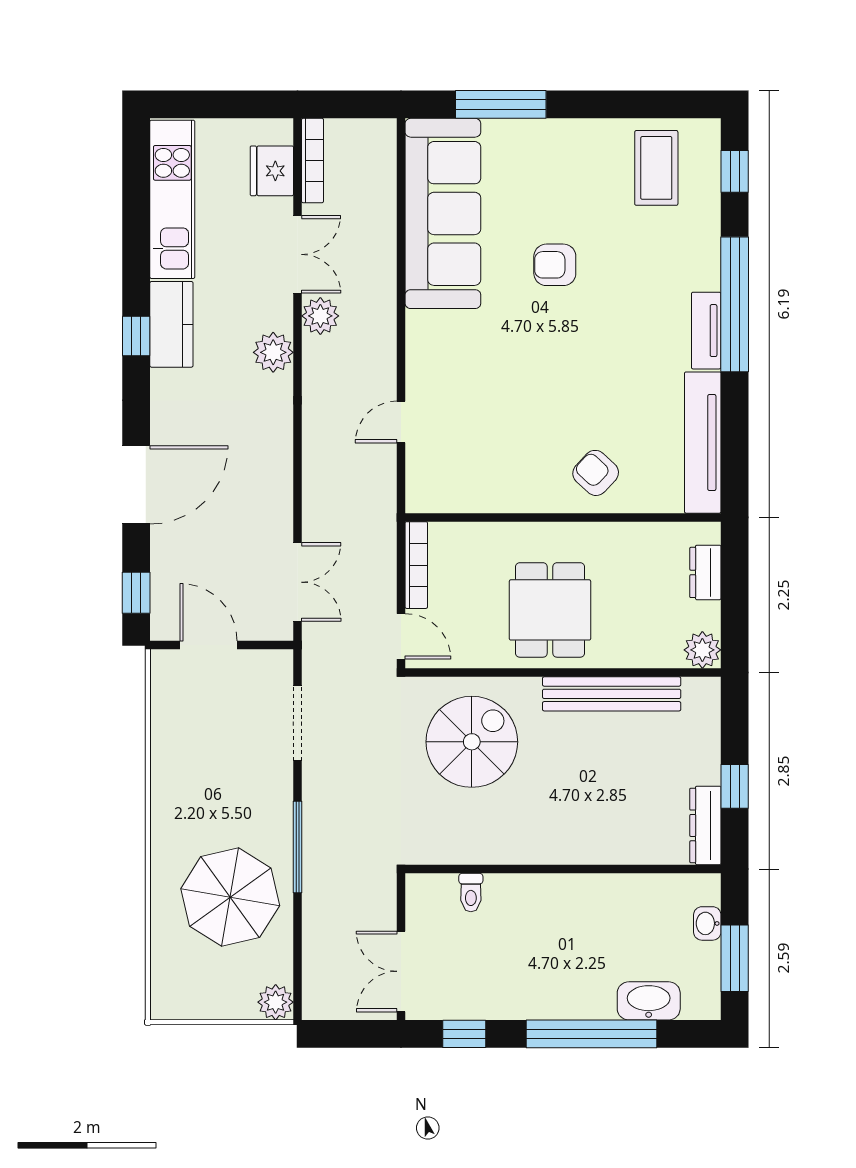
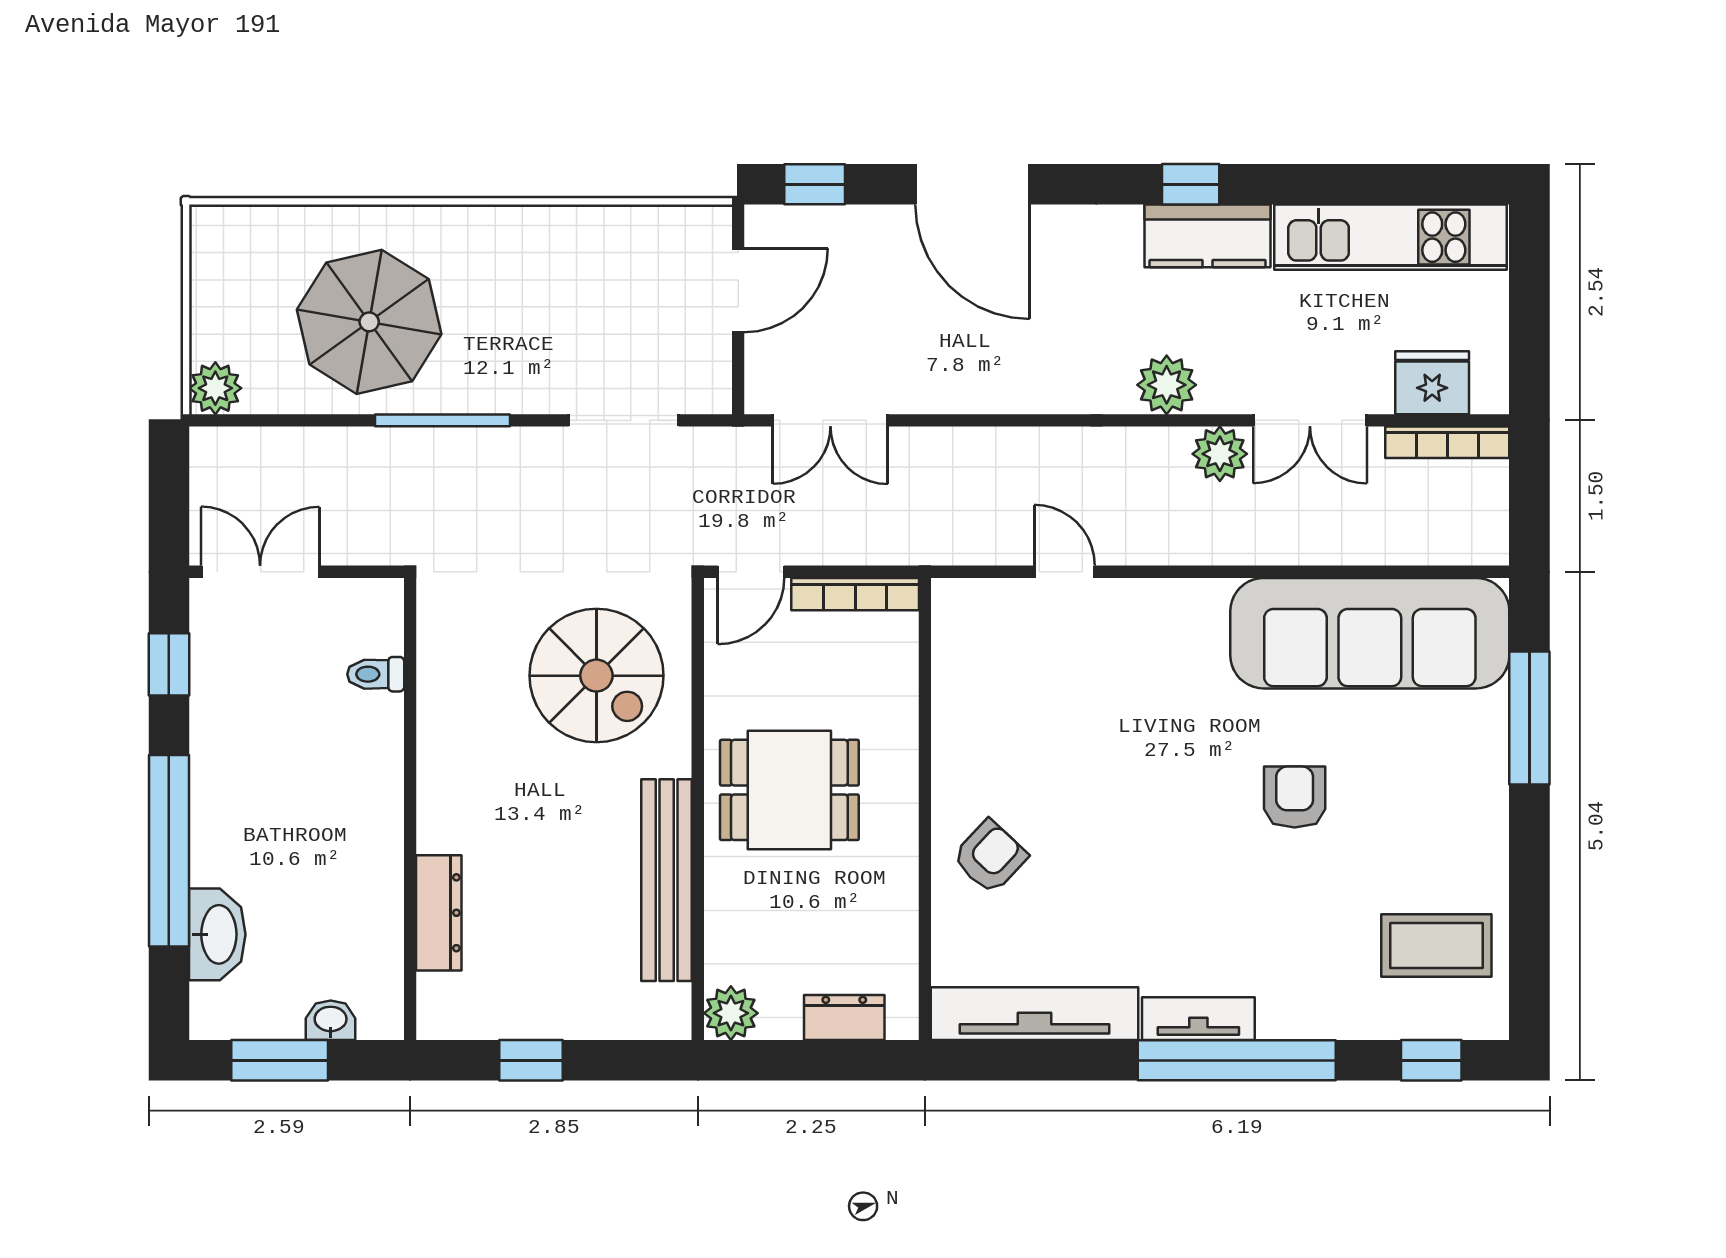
dresser: (705, 825) -> (439, 913), moved, turned 90

